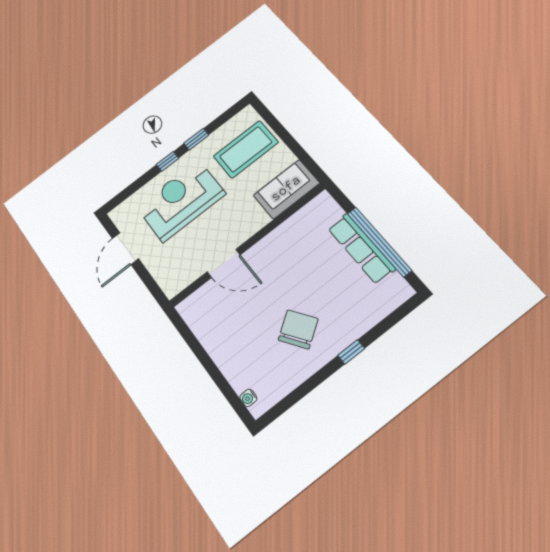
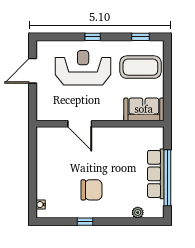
window: (196, 139) -> (140, 37), moved
plant: (378, 311) -> (138, 213), added
chair: (298, 329) -> (91, 190), turned 35
window: (351, 352) -> (85, 222), moved

